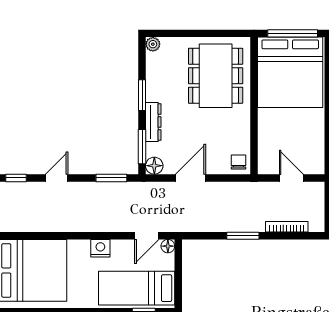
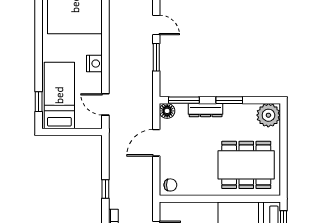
plant: (153, 44) -> (268, 115), width x1.87, depth x1.87
window: (111, 178) -> (156, 57), moved
door: (190, 178) -> (156, 143), swing flipped
window: (243, 236) -> (105, 189), width x0.67
floor lamp: (168, 246) -> (96, 123), removed

